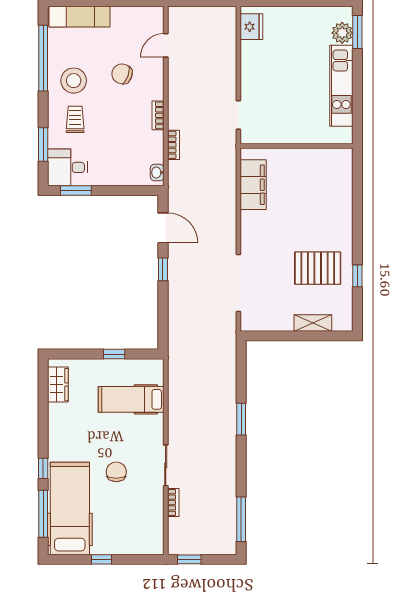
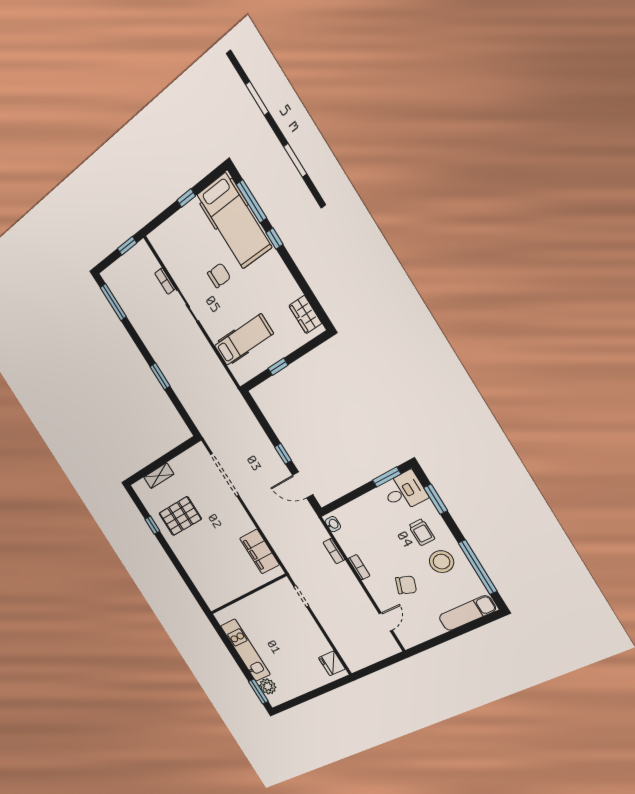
chair: (116, 472) -> (219, 275), turned -90

